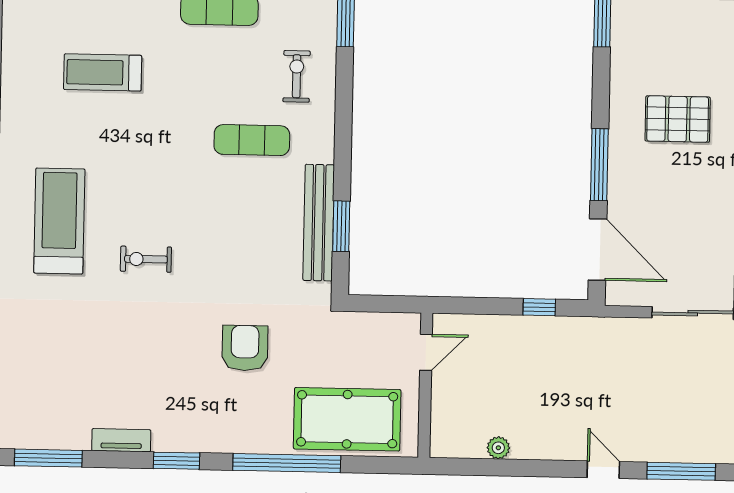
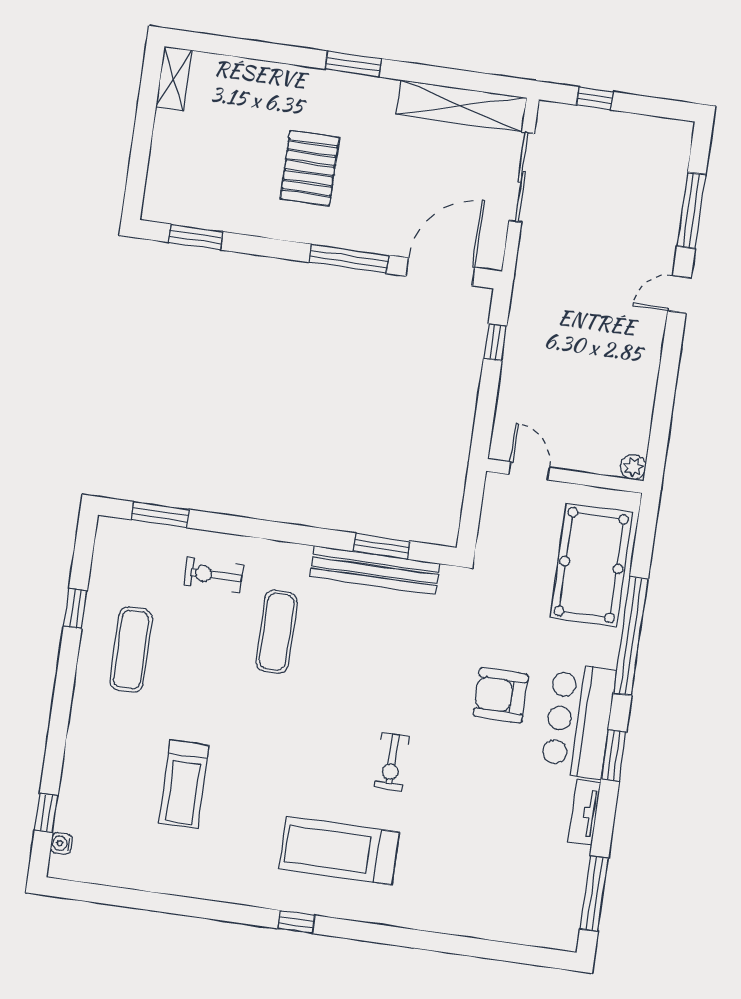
armchair: (245, 348) -> (501, 695), moved
bar counter: (204, 425) -> (579, 721), added
plant: (498, 448) -> (633, 467), moved

